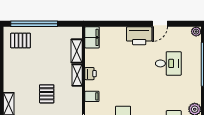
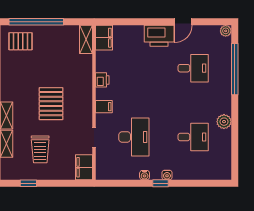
shelving: (77, 51) -> (86, 39), moved
shelving: (77, 75) -> (87, 82), removed
pallet: (47, 94) -> (51, 104), width x1.50, depth x1.42

